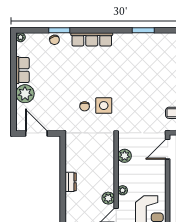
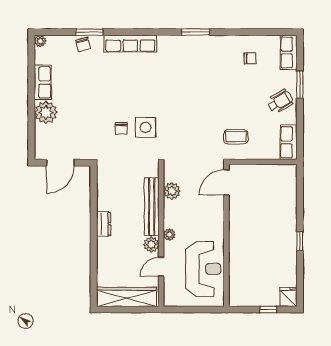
door: (36, 133) -> (60, 163), swing flipped
bench: (109, 168) -> (152, 207), added

